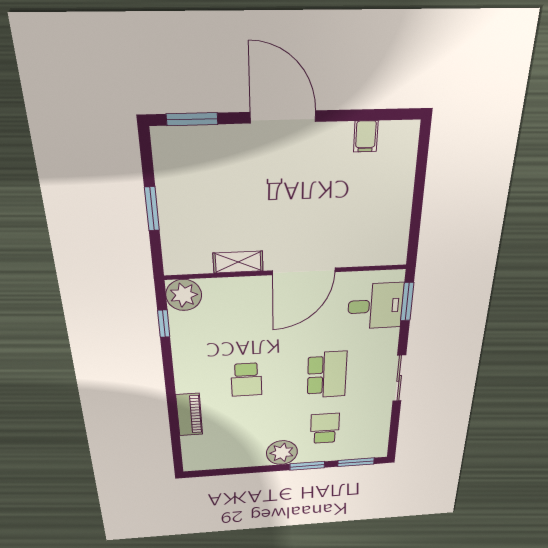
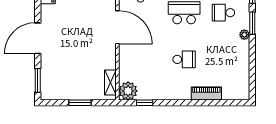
shelving: (238, 262) -> (110, 82), moved
plant: (282, 453) -> (244, 35), width x0.53, depth x0.53

